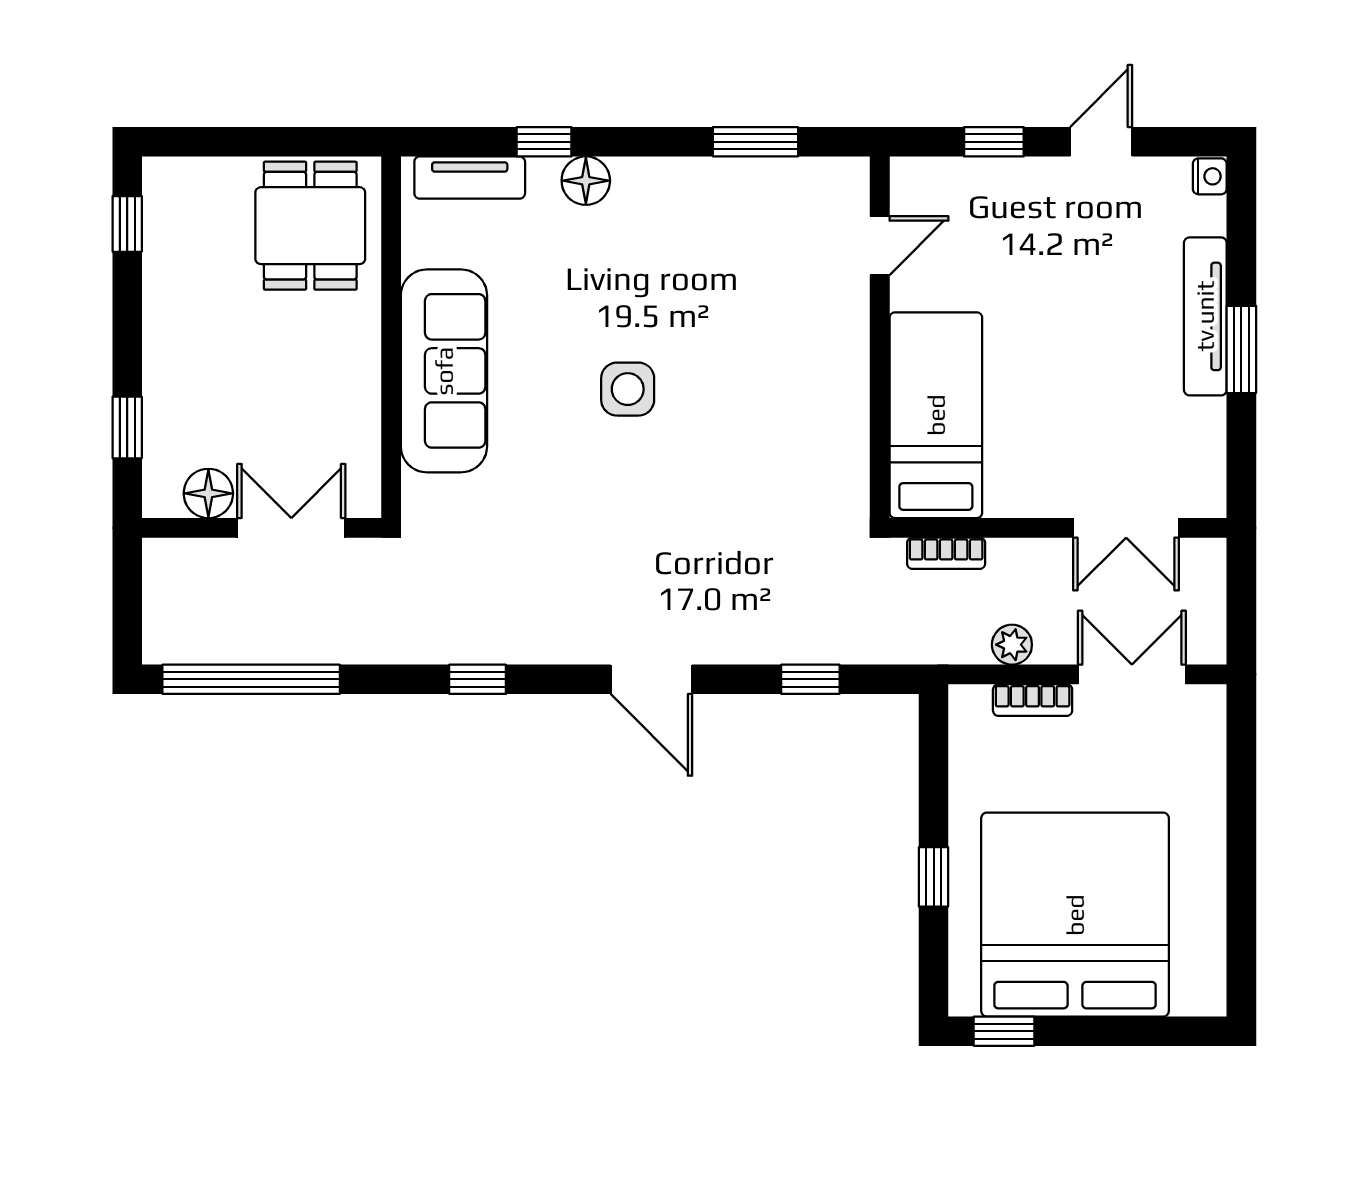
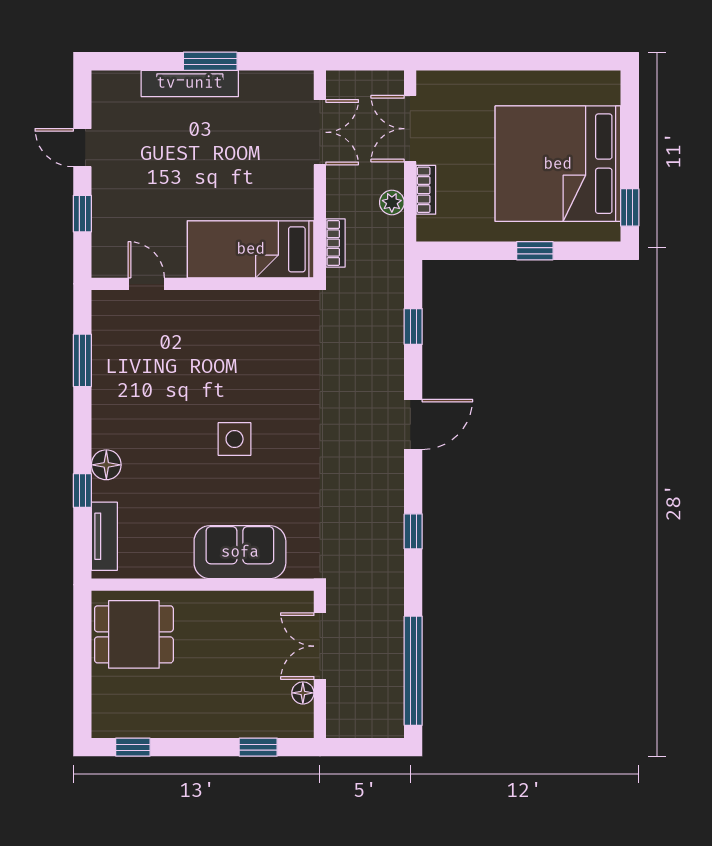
nightstand: (1210, 176) -> (104, 81), removed
sofa: (444, 371) -> (240, 552), width x0.73
floor lamp: (208, 493) -> (303, 693), width x0.73, depth x0.73

